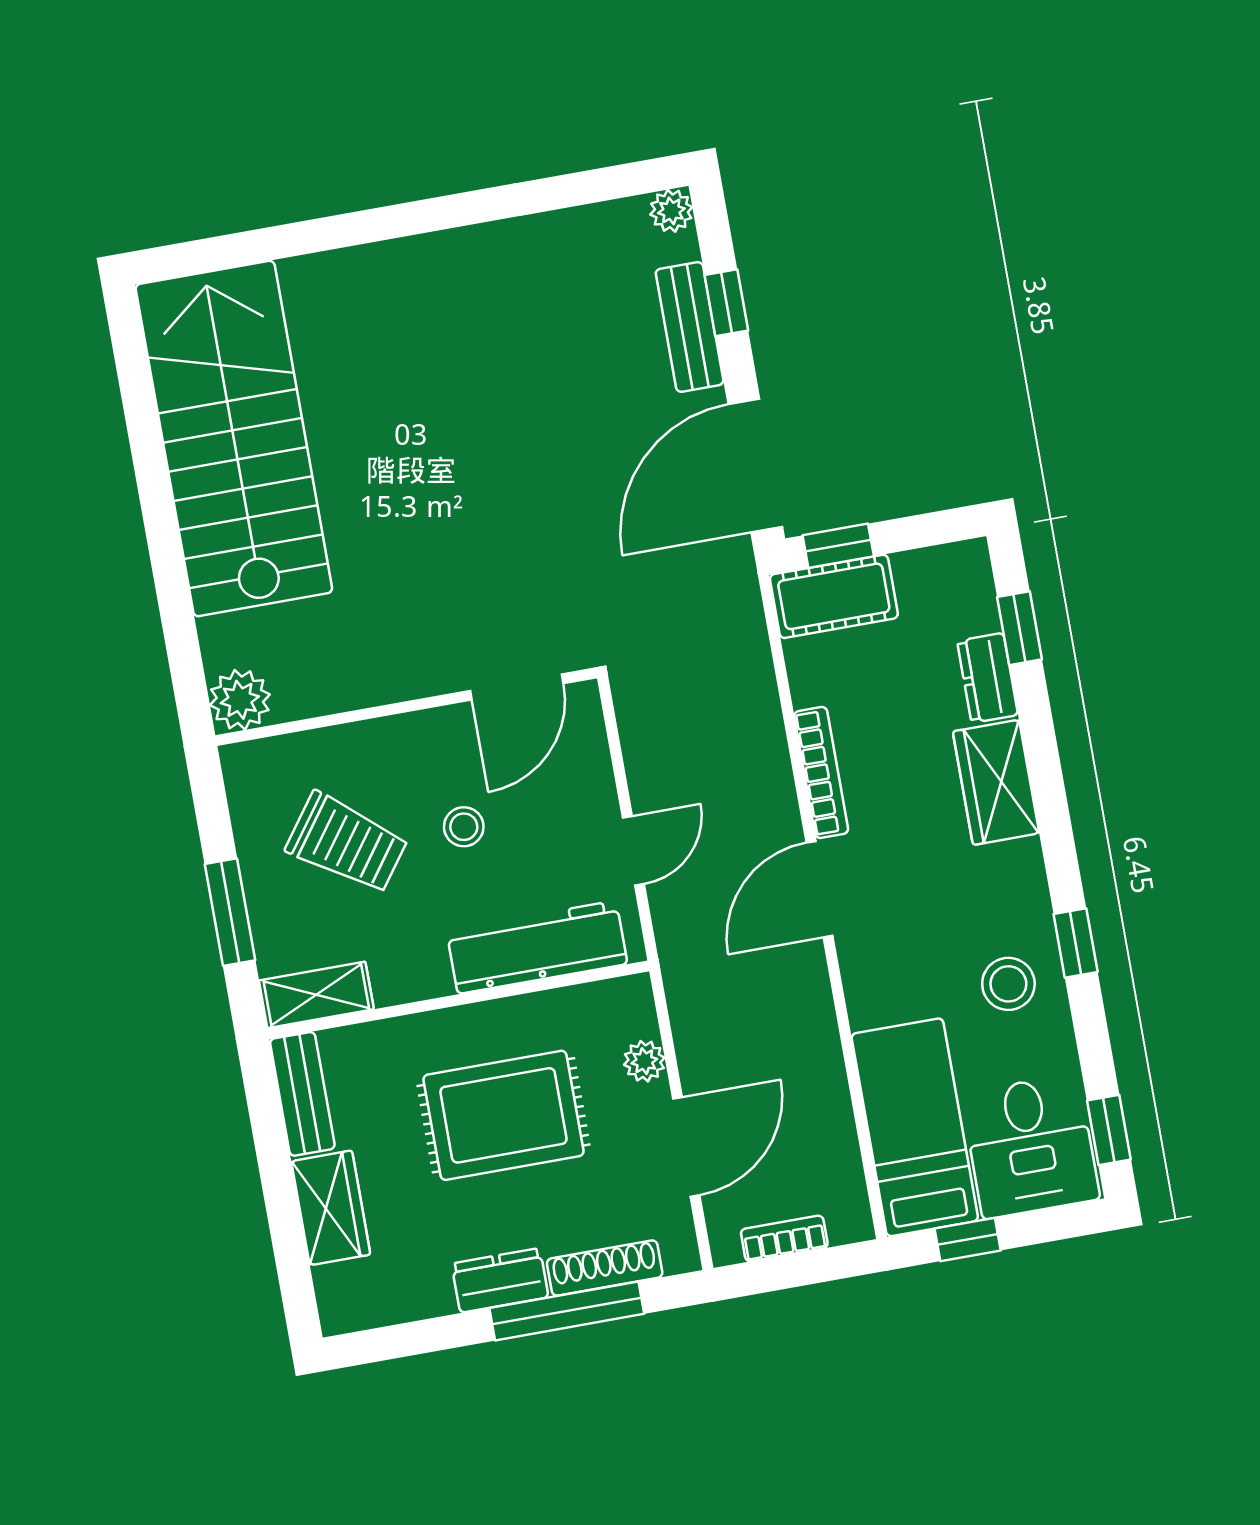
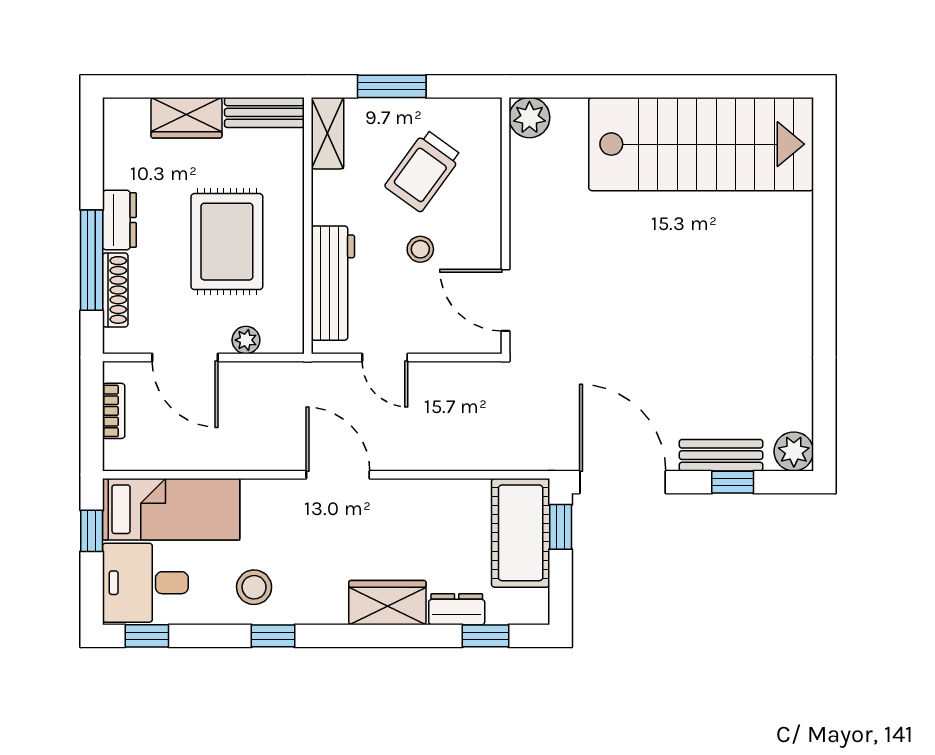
plant: (671, 211) -> (794, 451), width x1.38, depth x1.38
cot: (834, 596) -> (521, 533), width x1.37, depth x1.34
bookcase: (821, 772) -> (414, 489), removed

